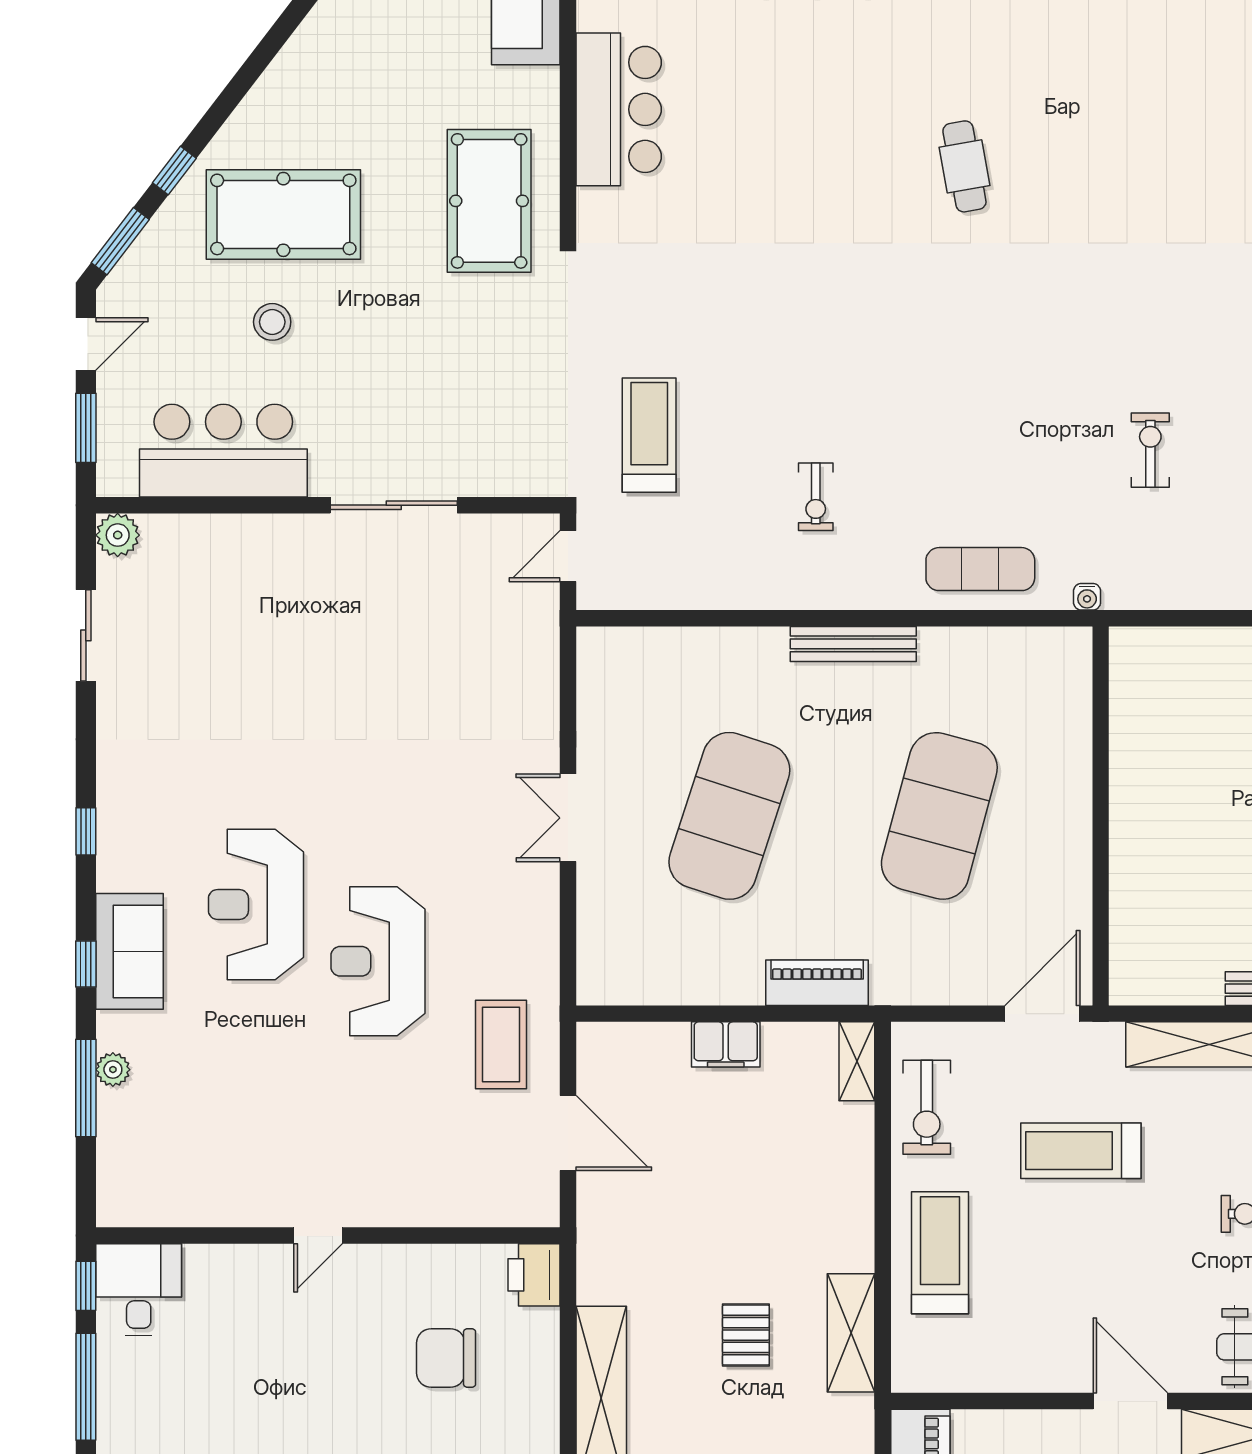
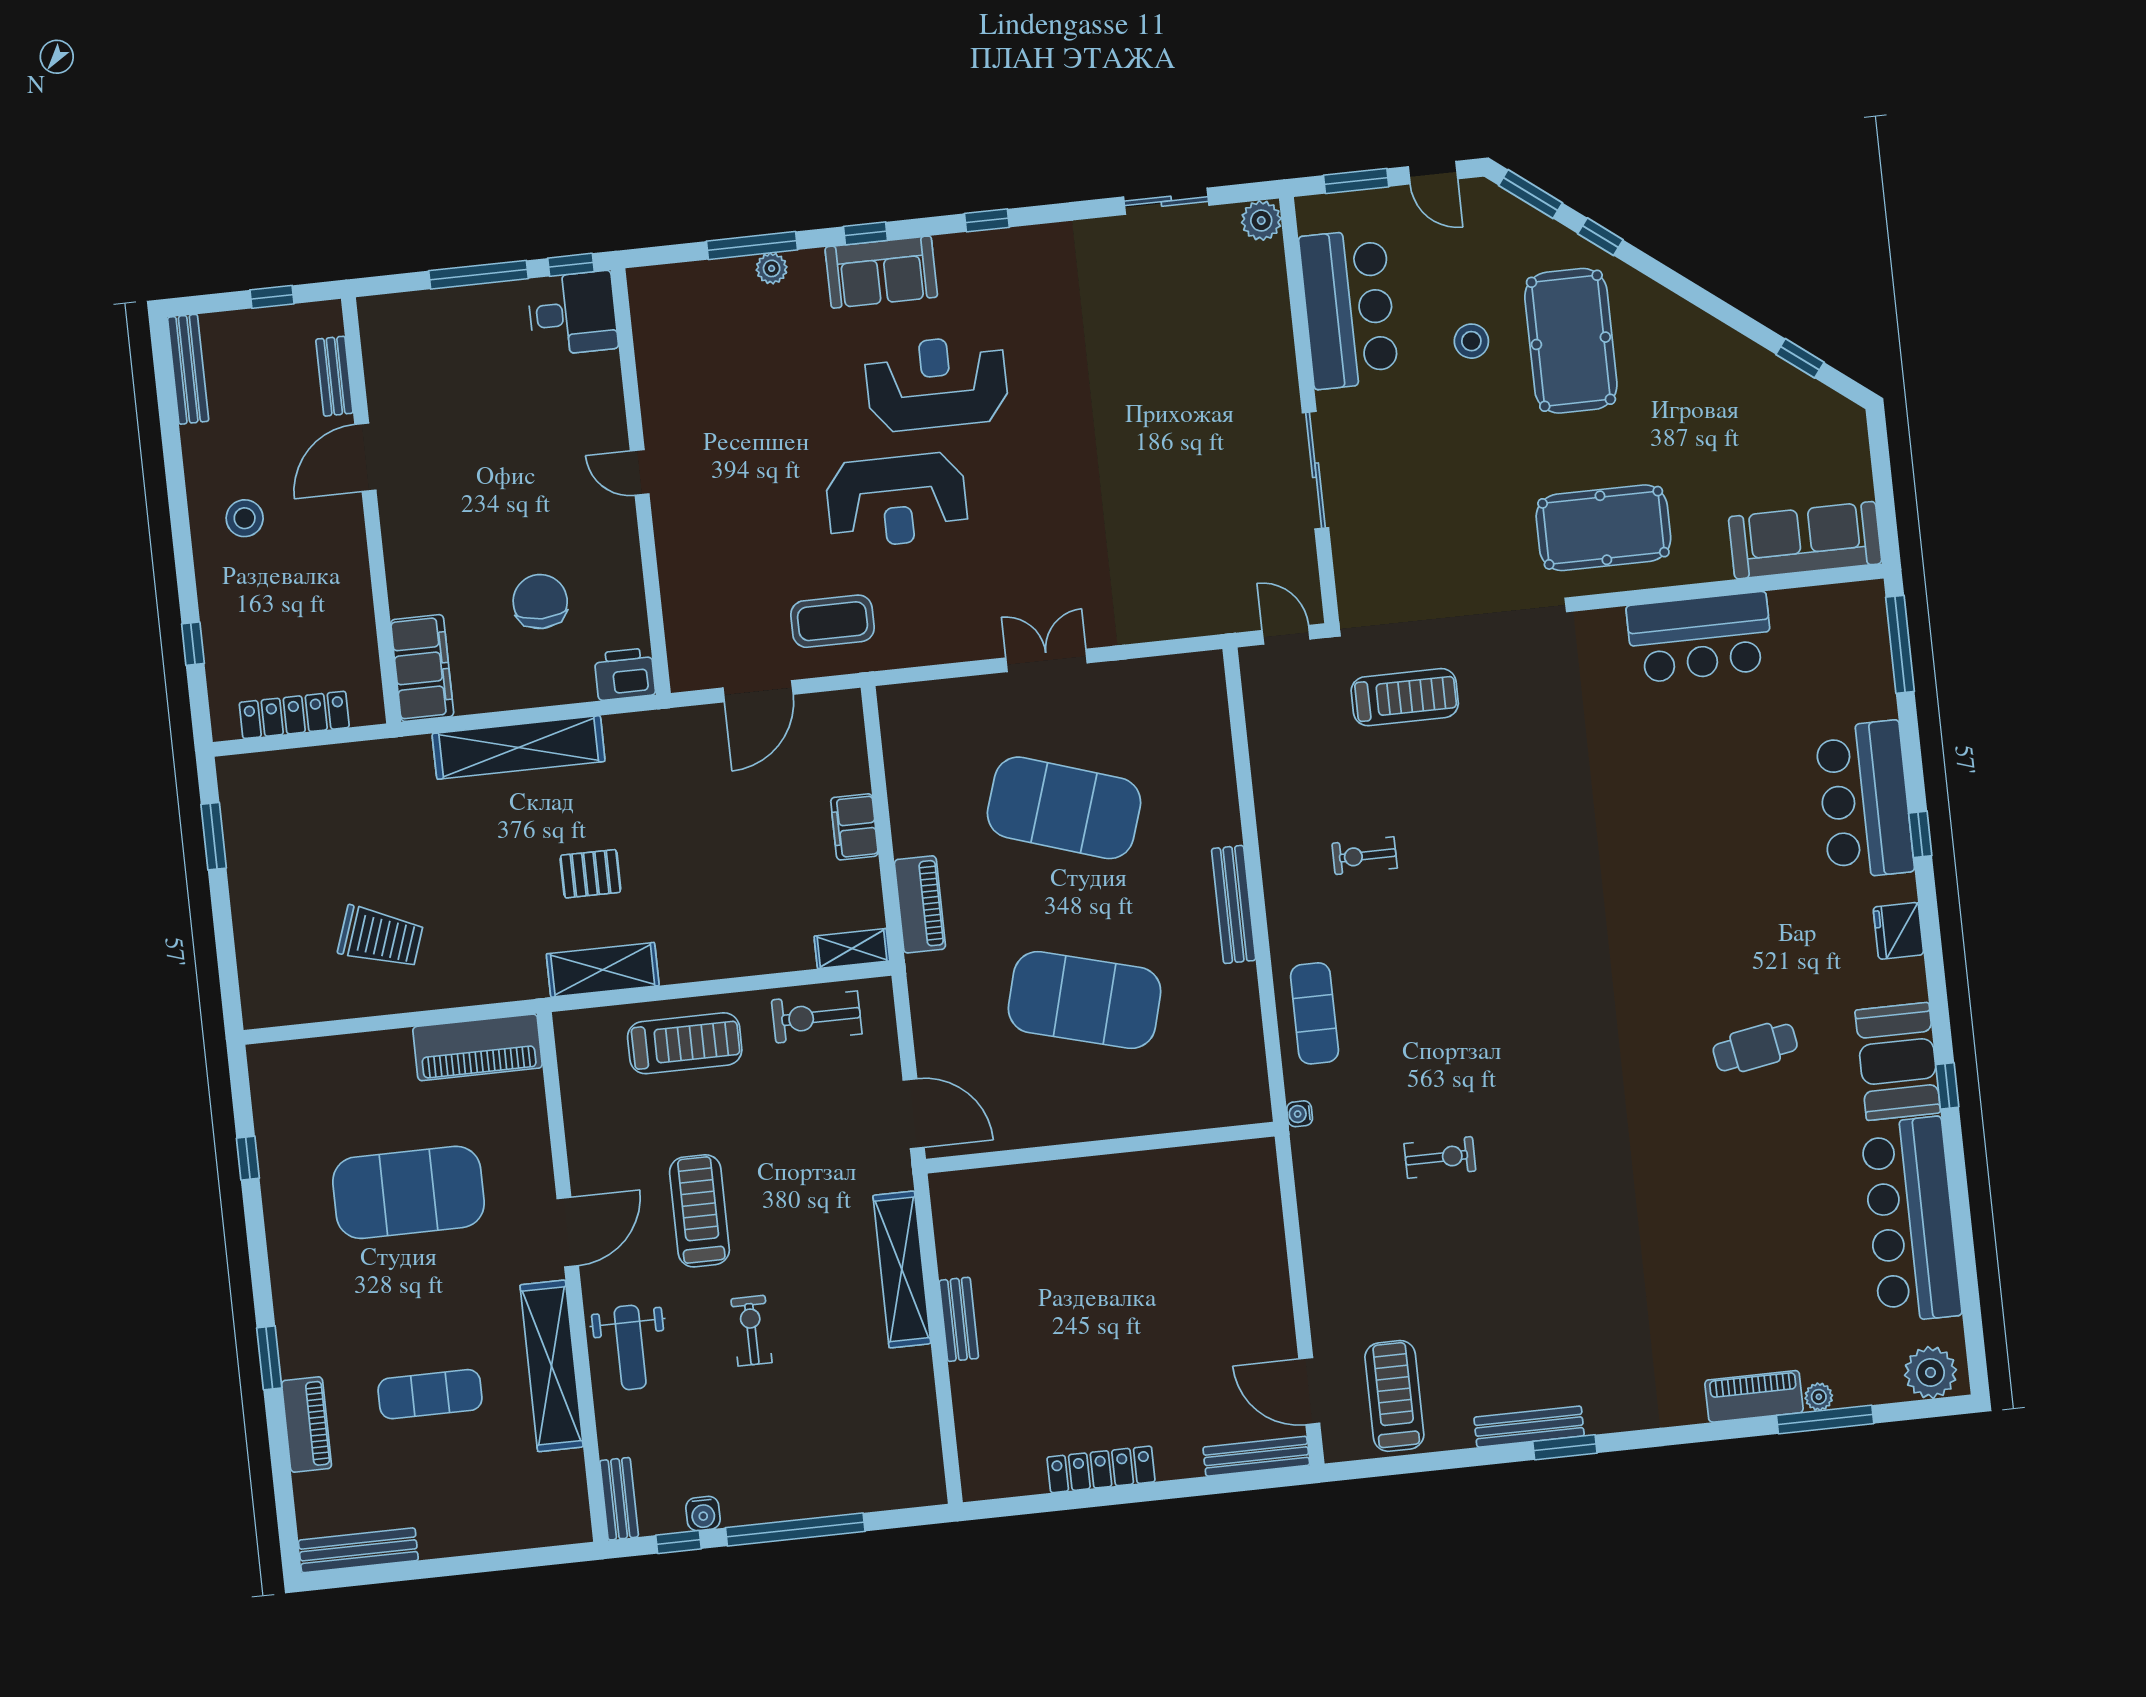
cafe table: (964, 166) -> (1755, 1048), moved
reception desk: (378, 961) -> (897, 501), turned 180
treadmill: (1081, 1151) -> (699, 1211), moved

